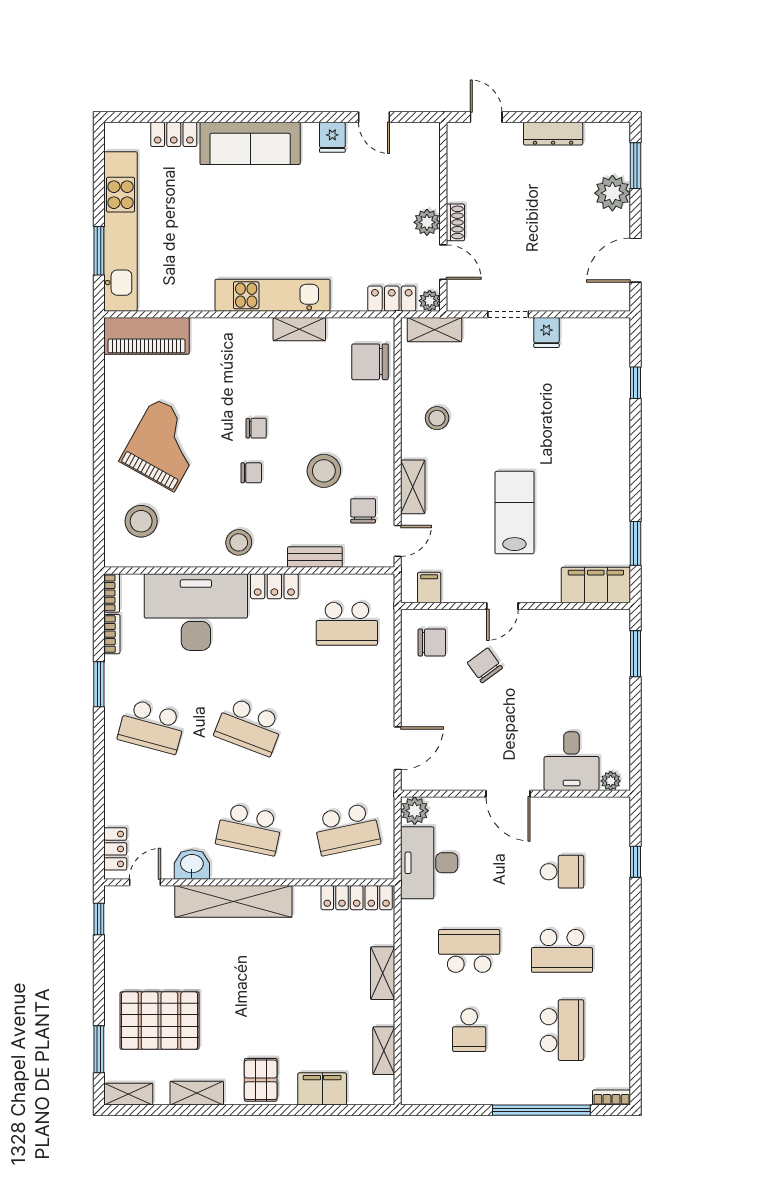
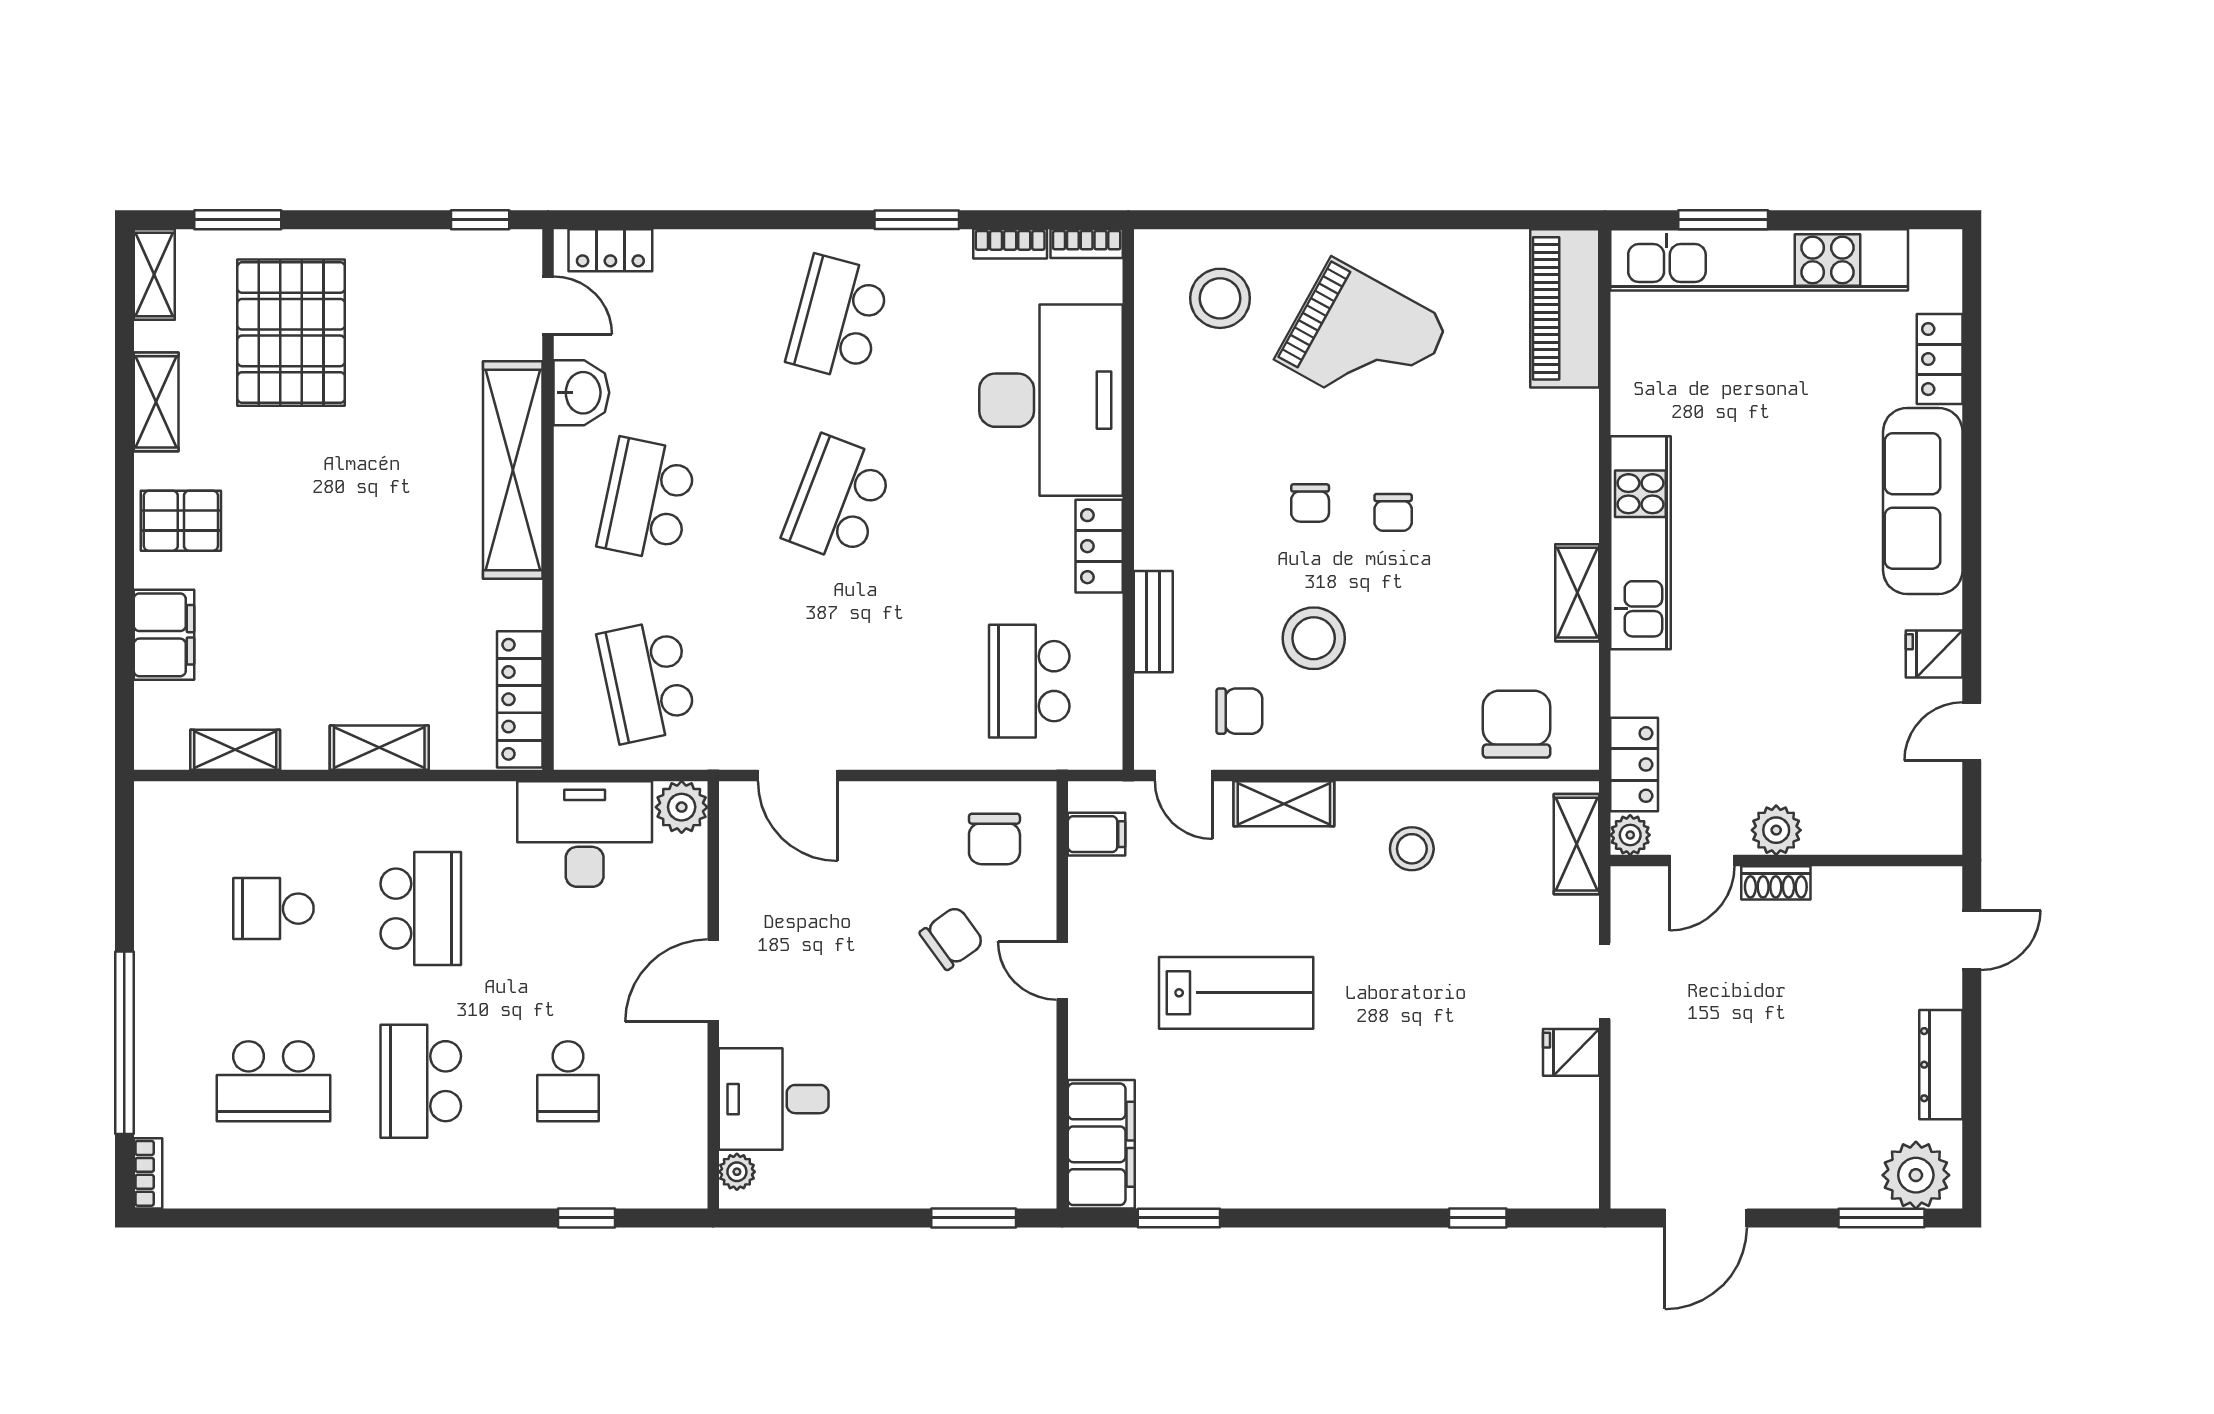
plant: (612, 193) -> (1916, 1175), moved
door: (635, 260) -> (1706, 1218), swing flipped
stool: (239, 542) -> (1181, 480), removed

